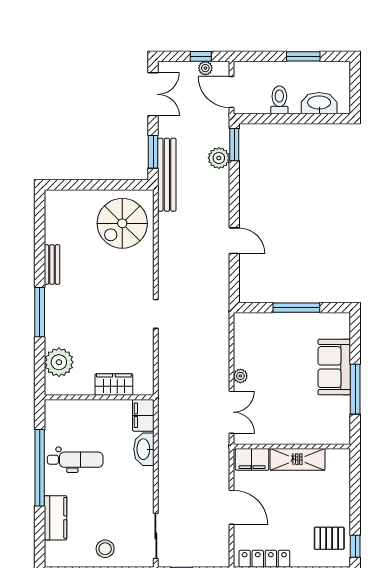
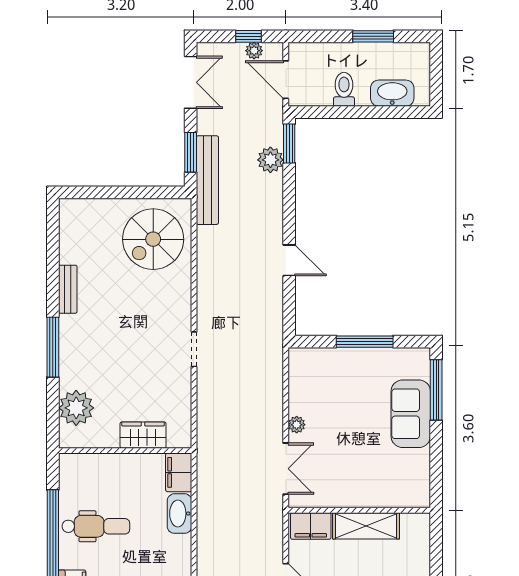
window: (355, 389) -> (436, 390), moved

